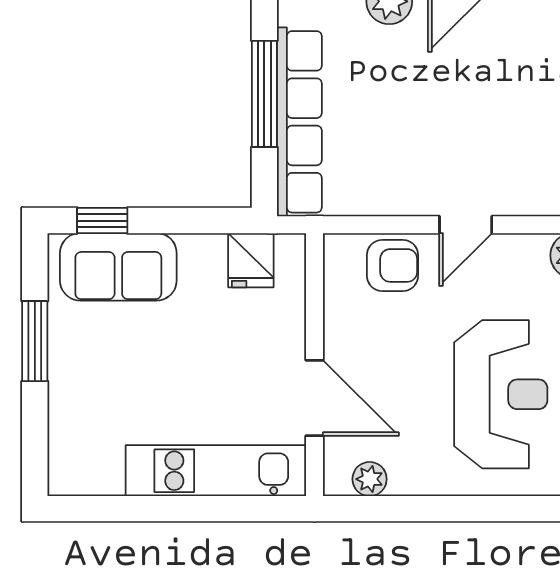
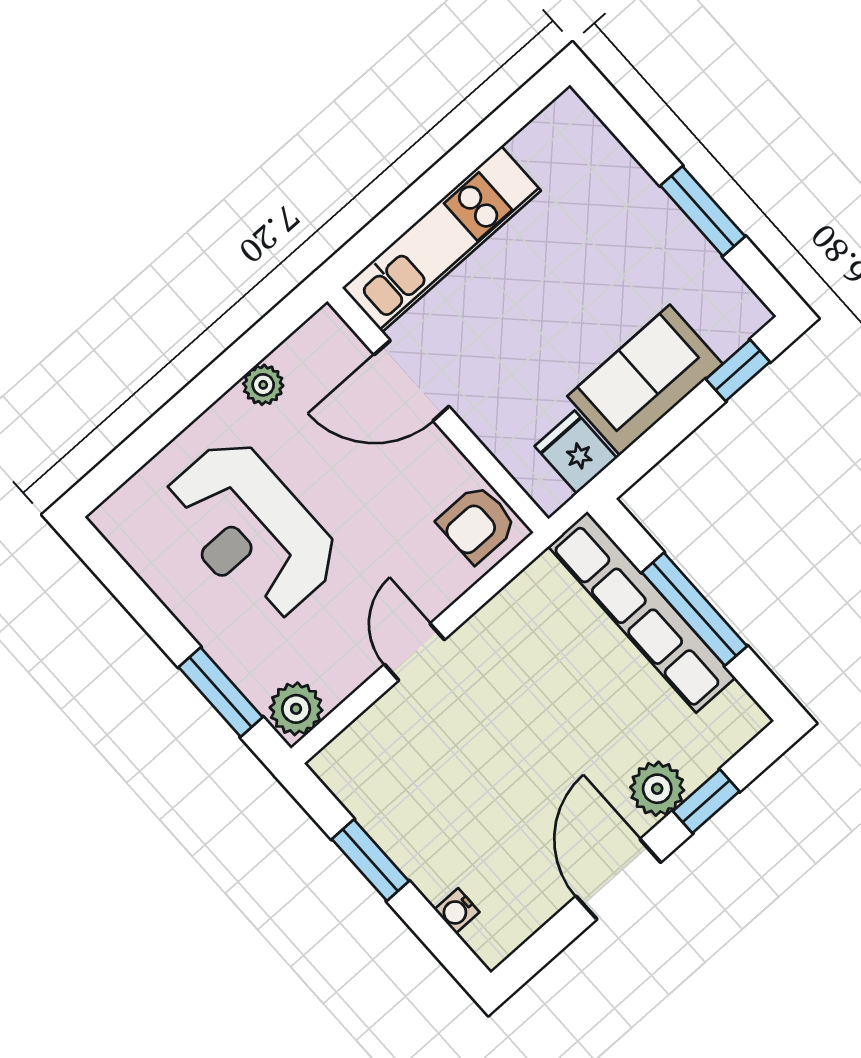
armchair: (393, 265) -> (477, 524), moved
sofa: (118, 267) -> (645, 380), moved
plant: (370, 479) -> (263, 385), moved

